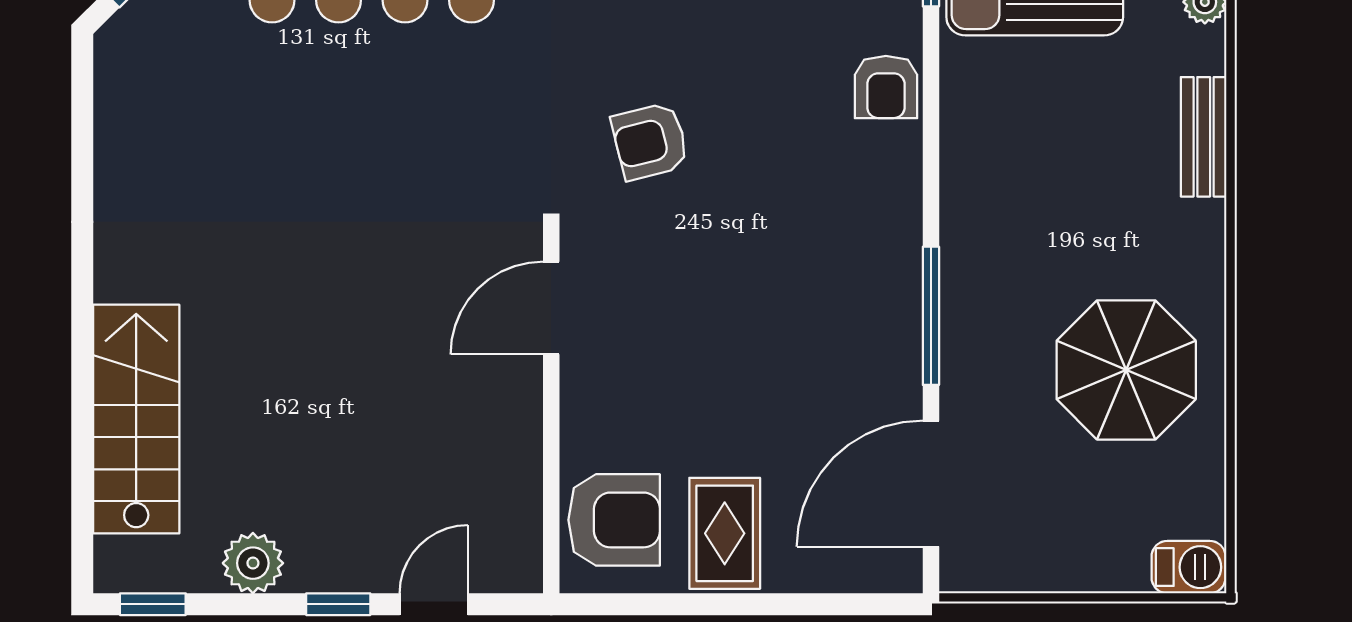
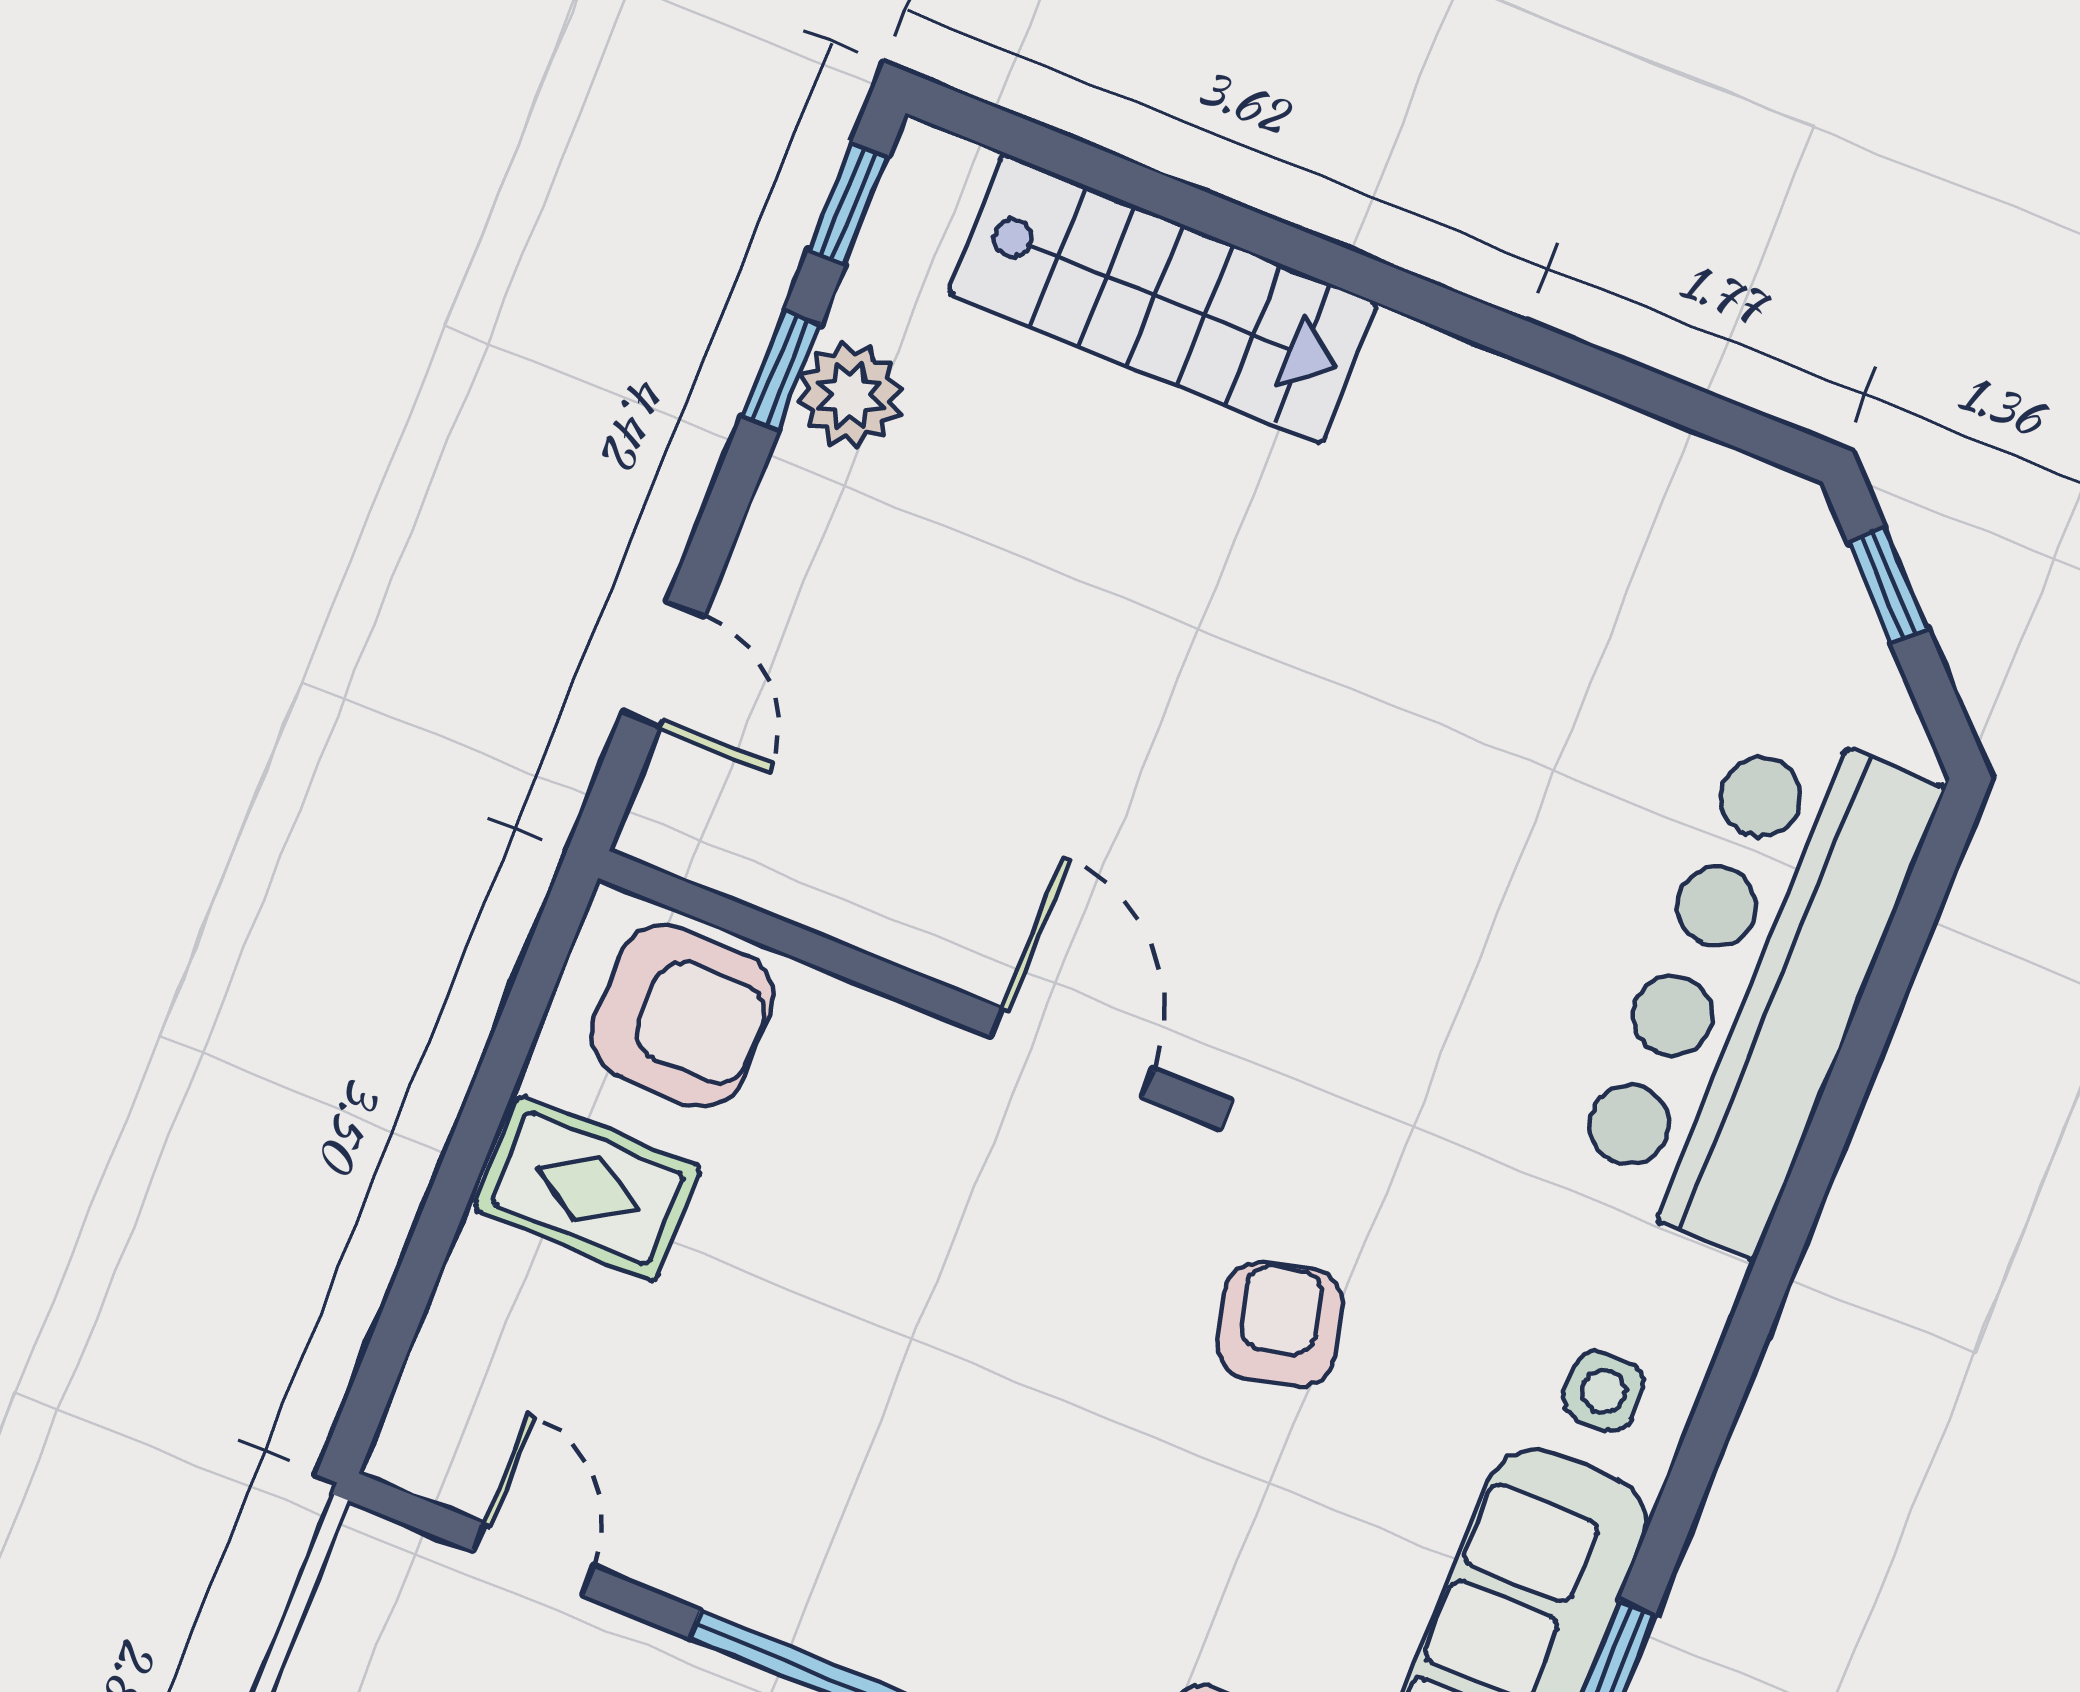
door: (931, 484) -> (533, 1559), width x0.53
armchair: (614, 520) -> (682, 1016), turned -90
window: (338, 604) -> (781, 370), moved

